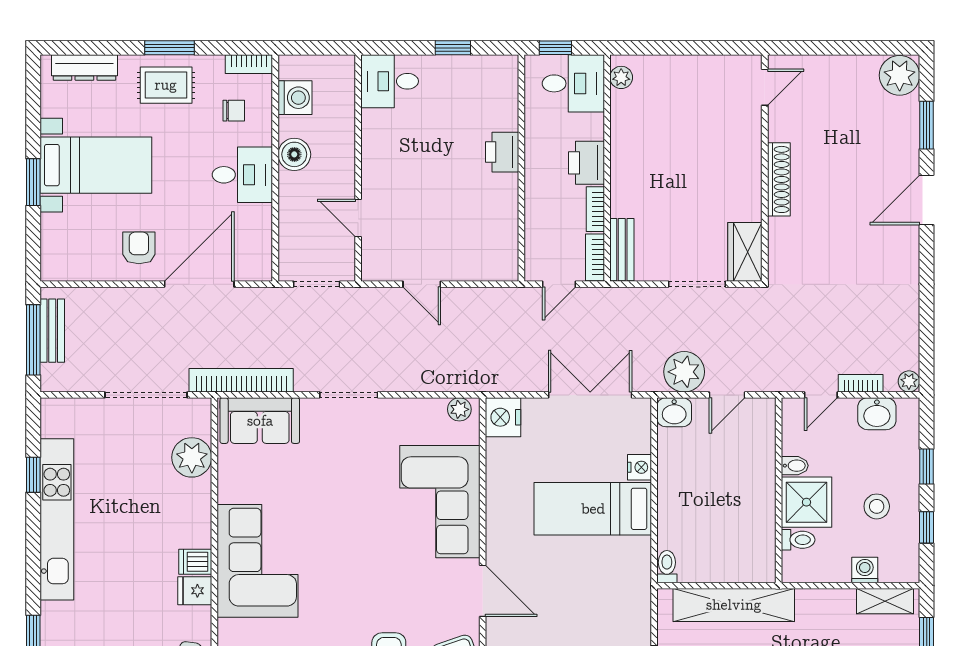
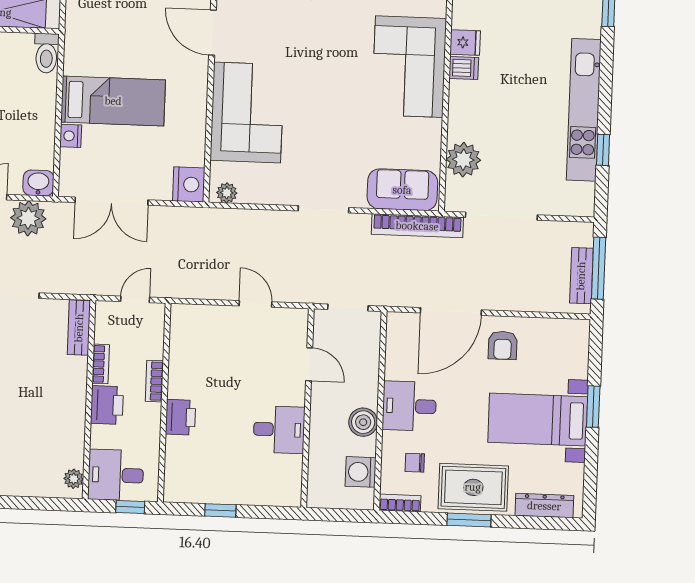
desk: (390, 81) -> (279, 430), moved
rug: (166, 85) -> (473, 487), width x1.36, depth x1.43
bookcase: (595, 257) -> (154, 381), moved, turned 180
toilet: (667, 567) -> (46, 53), width x1.37, depth x1.39

